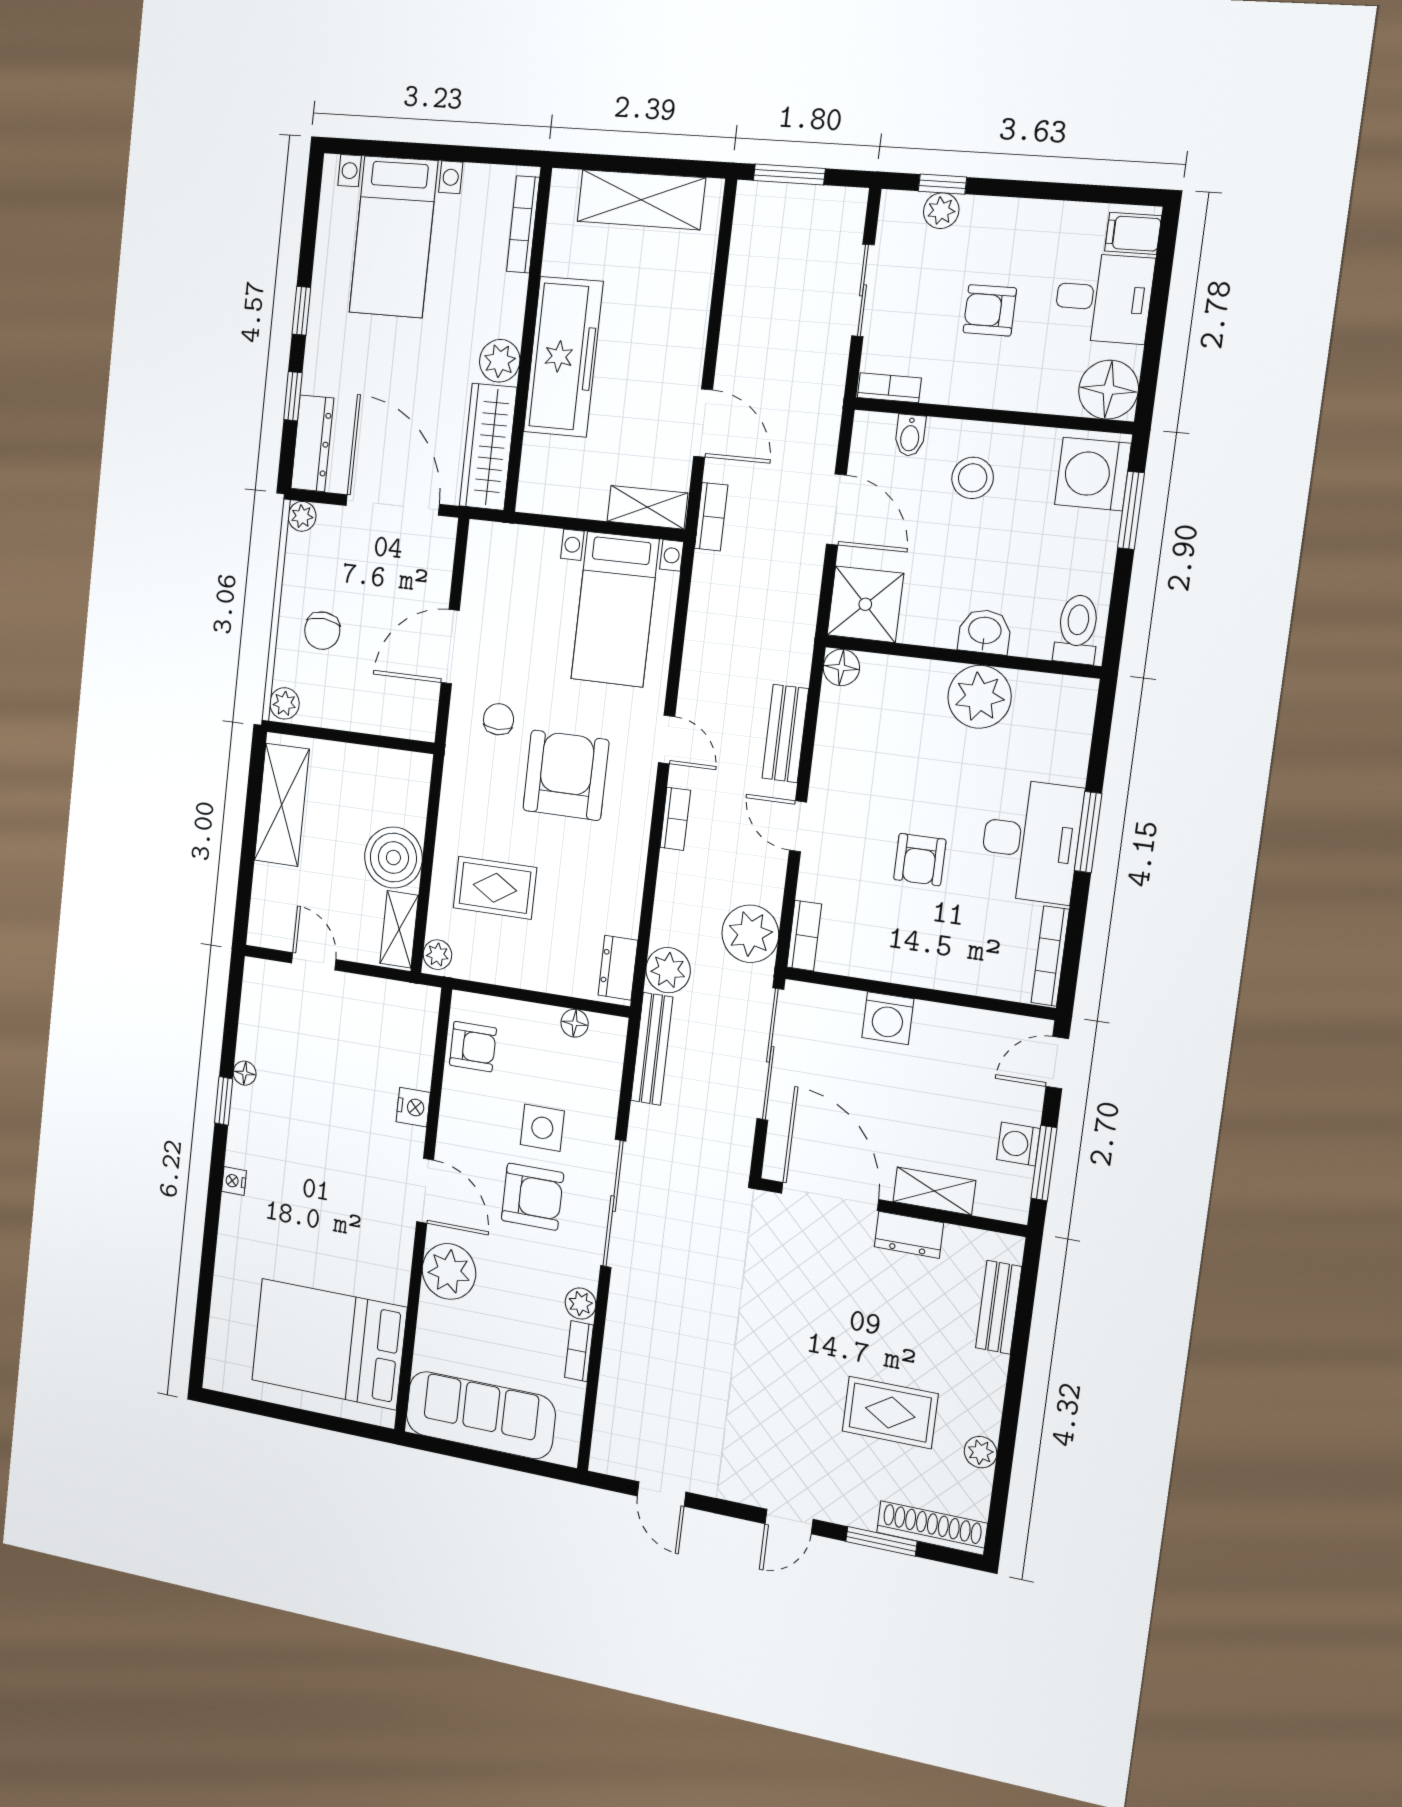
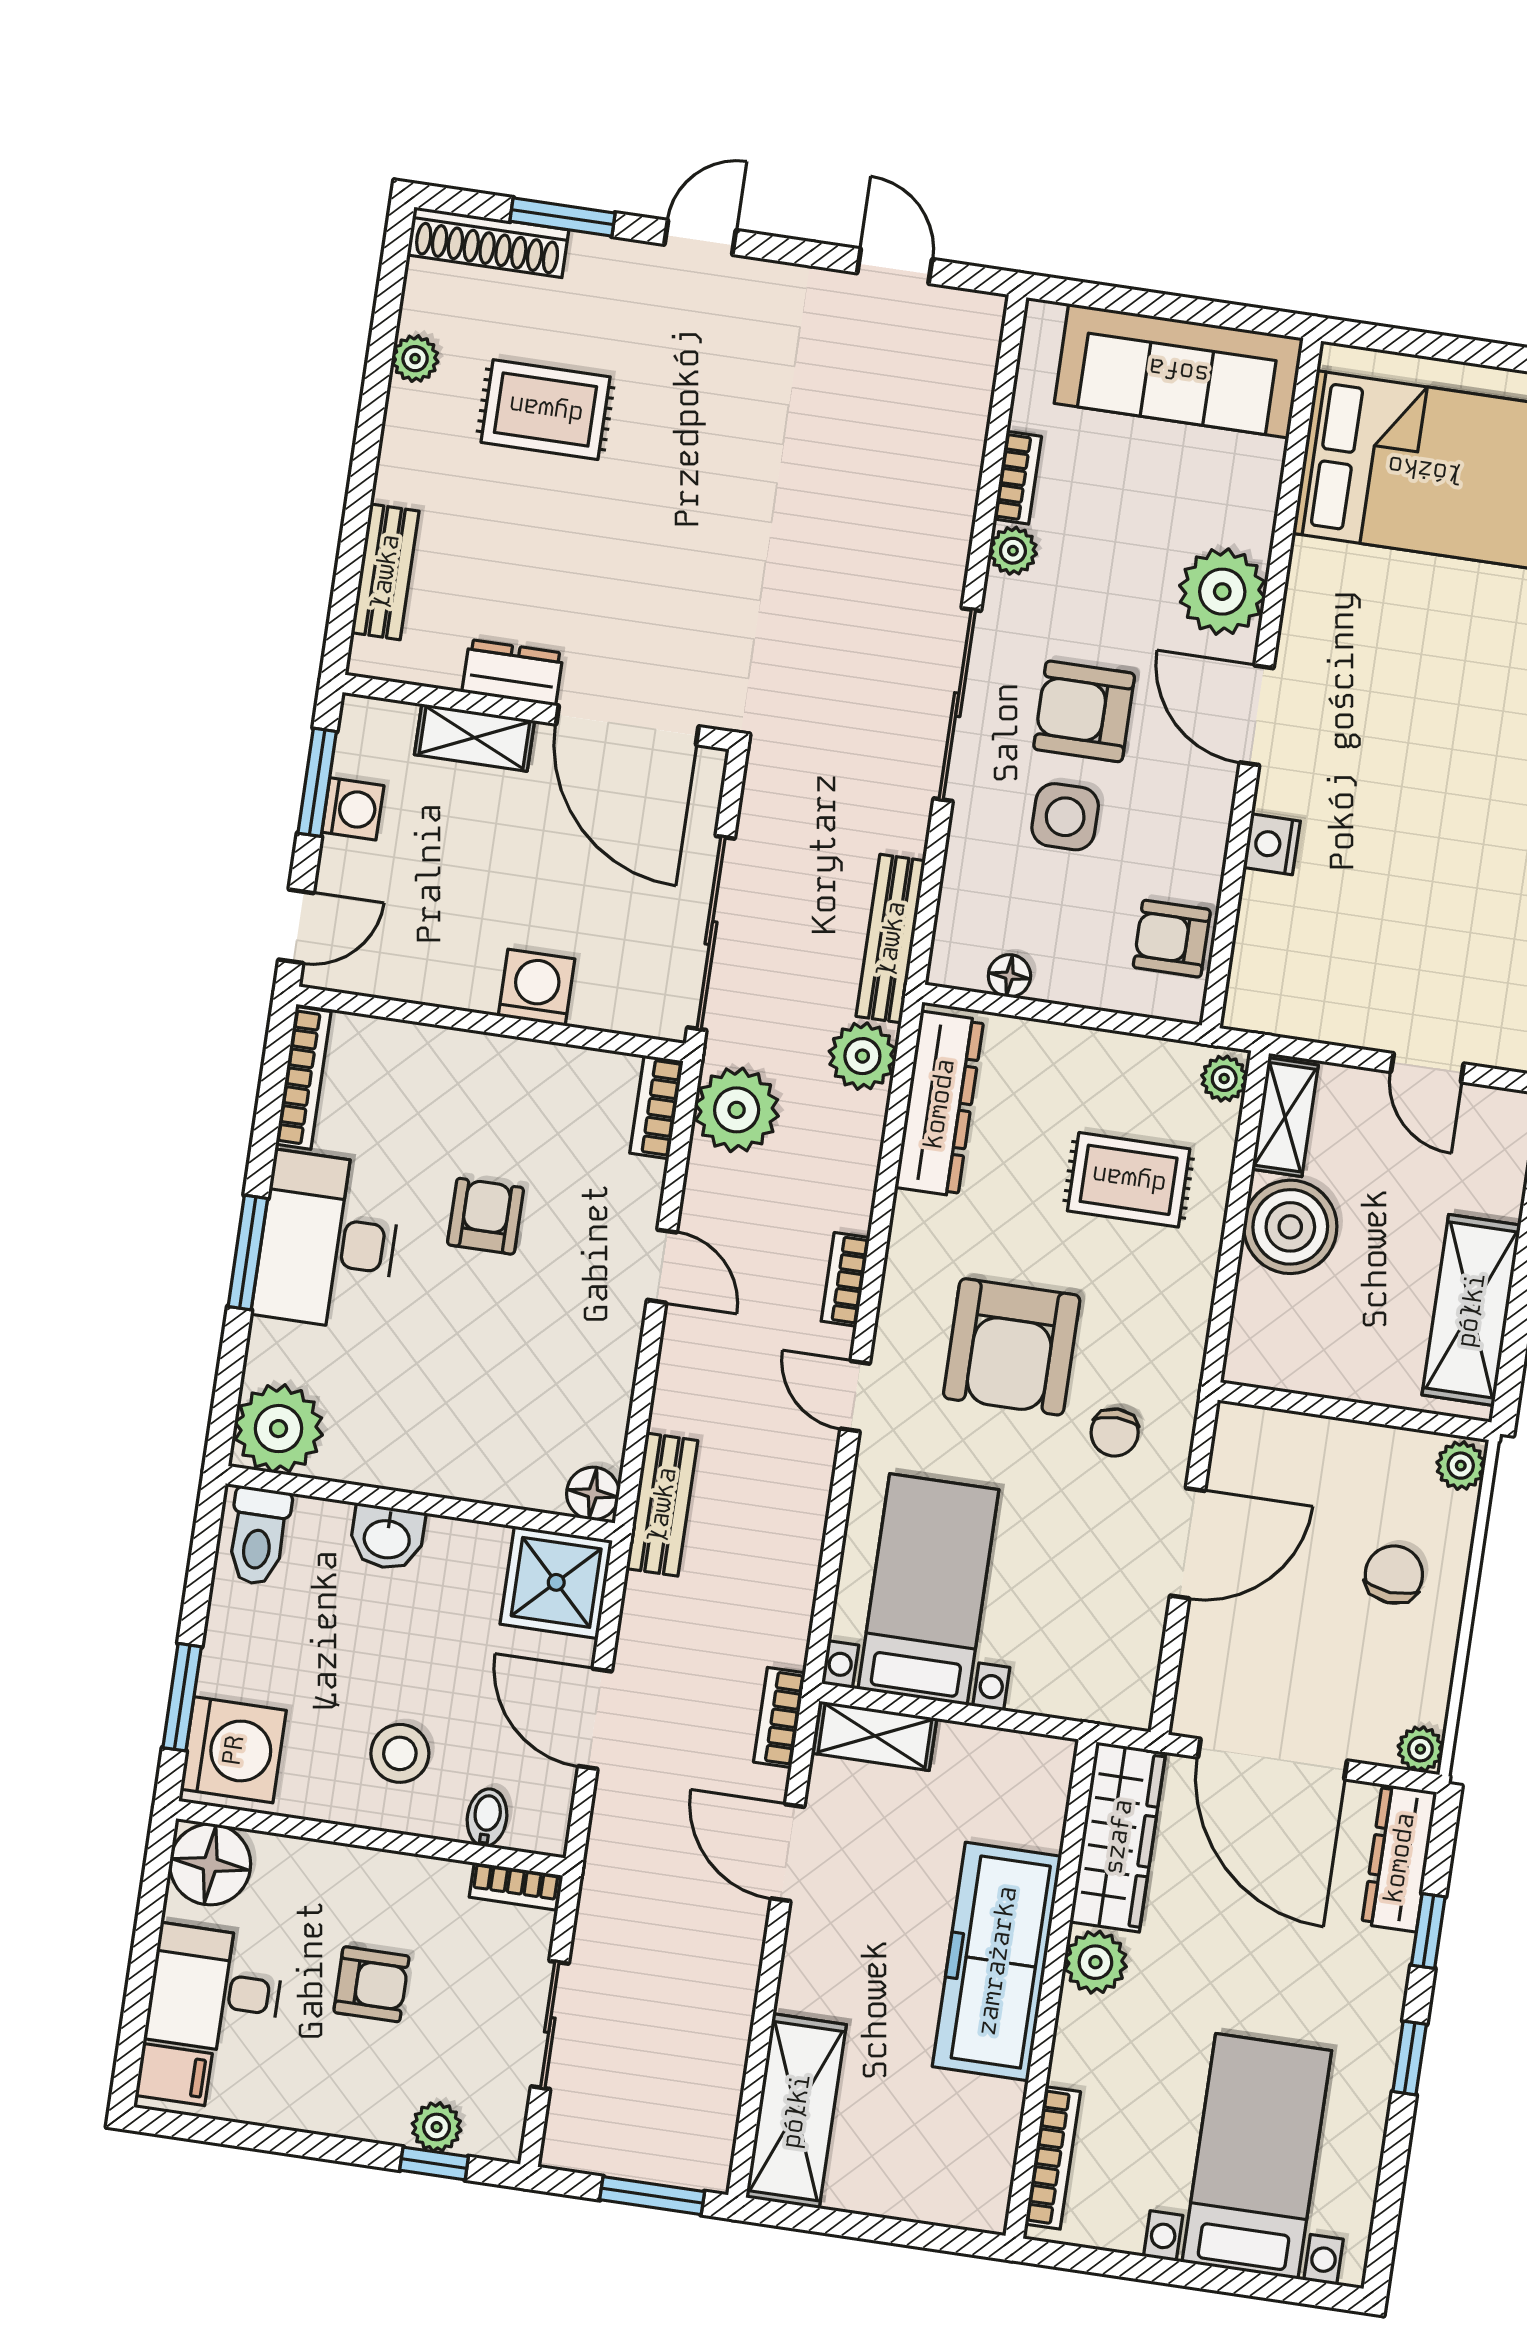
shelving: (641, 200) -> (796, 2111), moved, turned 90
plant: (979, 697) -> (279, 1429), moved
bench: (785, 734) -> (662, 1505), moved
dresser: (618, 968) -> (939, 1104), width x1.96, depth x1.24

